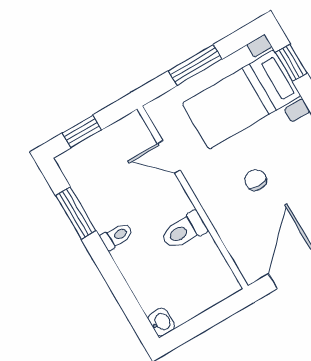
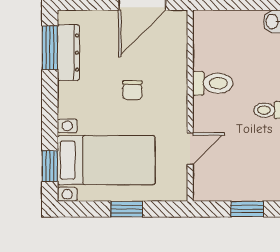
window: (195, 65) -> (127, 209), width x0.67
door: (169, 157) -> (190, 149), hinge flipped

